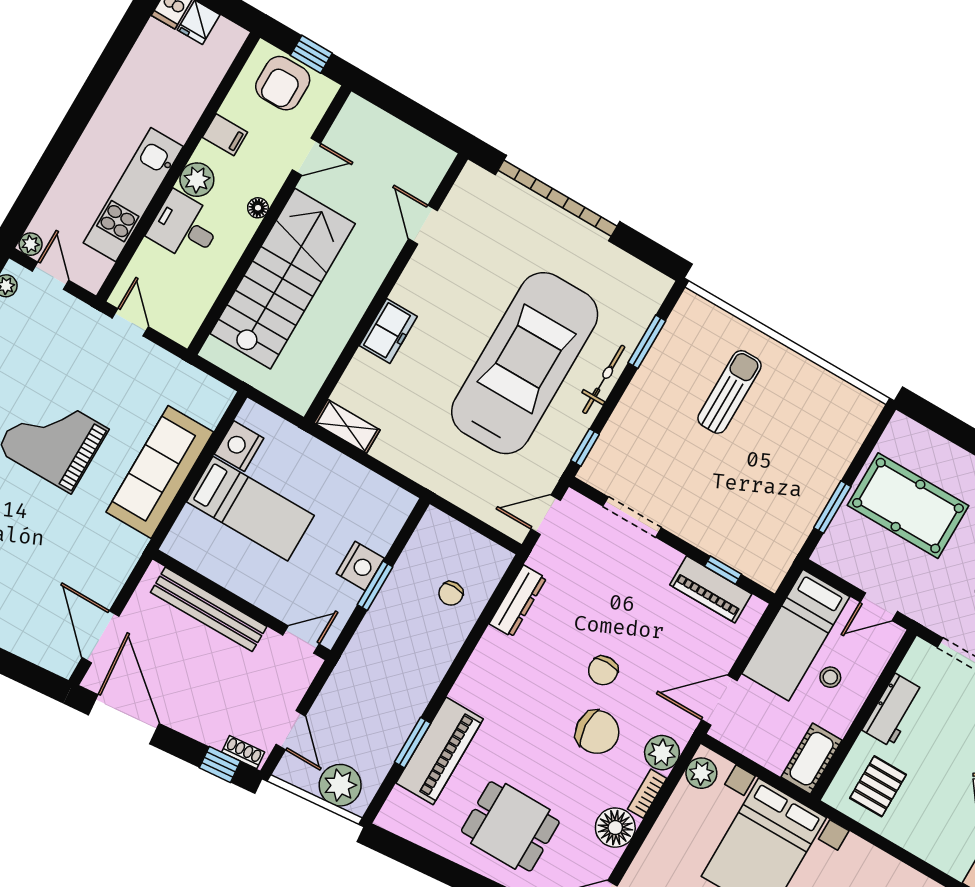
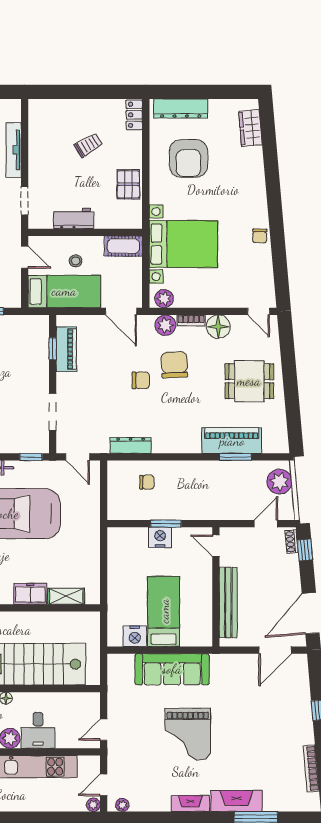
shelving: (347, 426) -> (66, 596), moved, turned 90
pallet: (878, 786) -> (128, 184), moved, turned 90
dining table: (510, 826) -> (249, 381), turned 90

